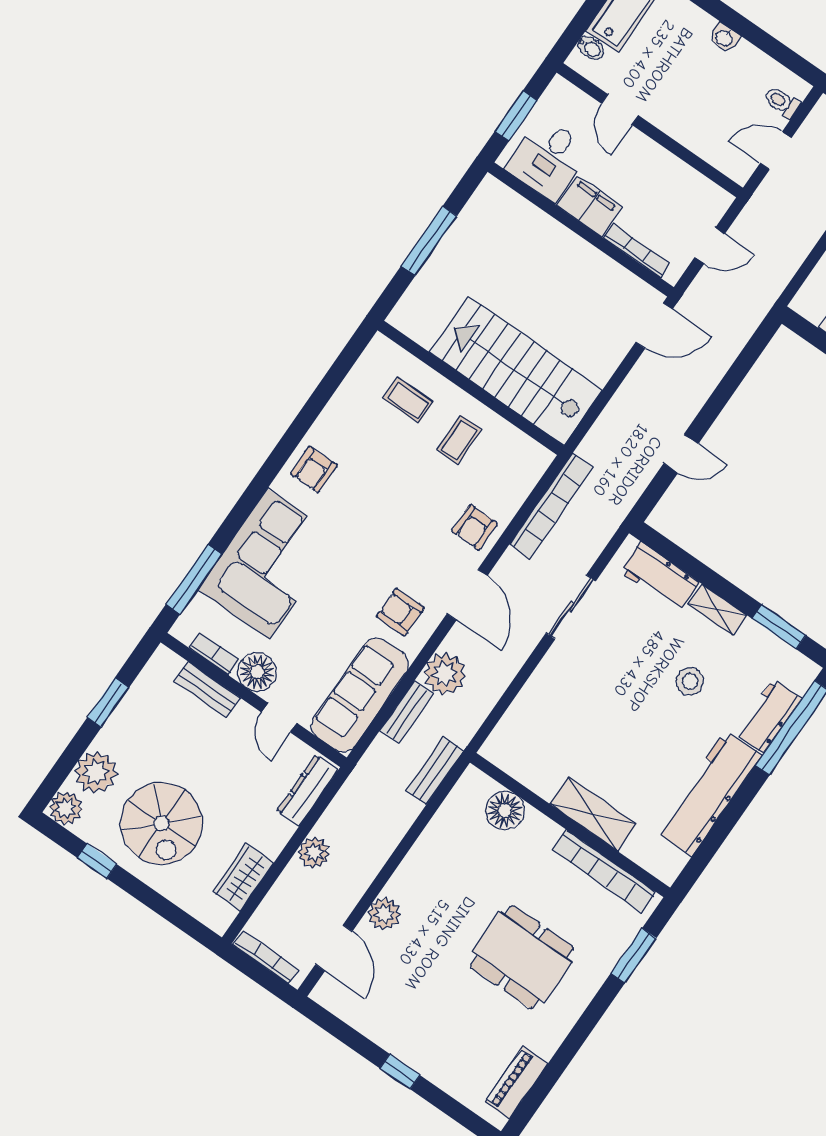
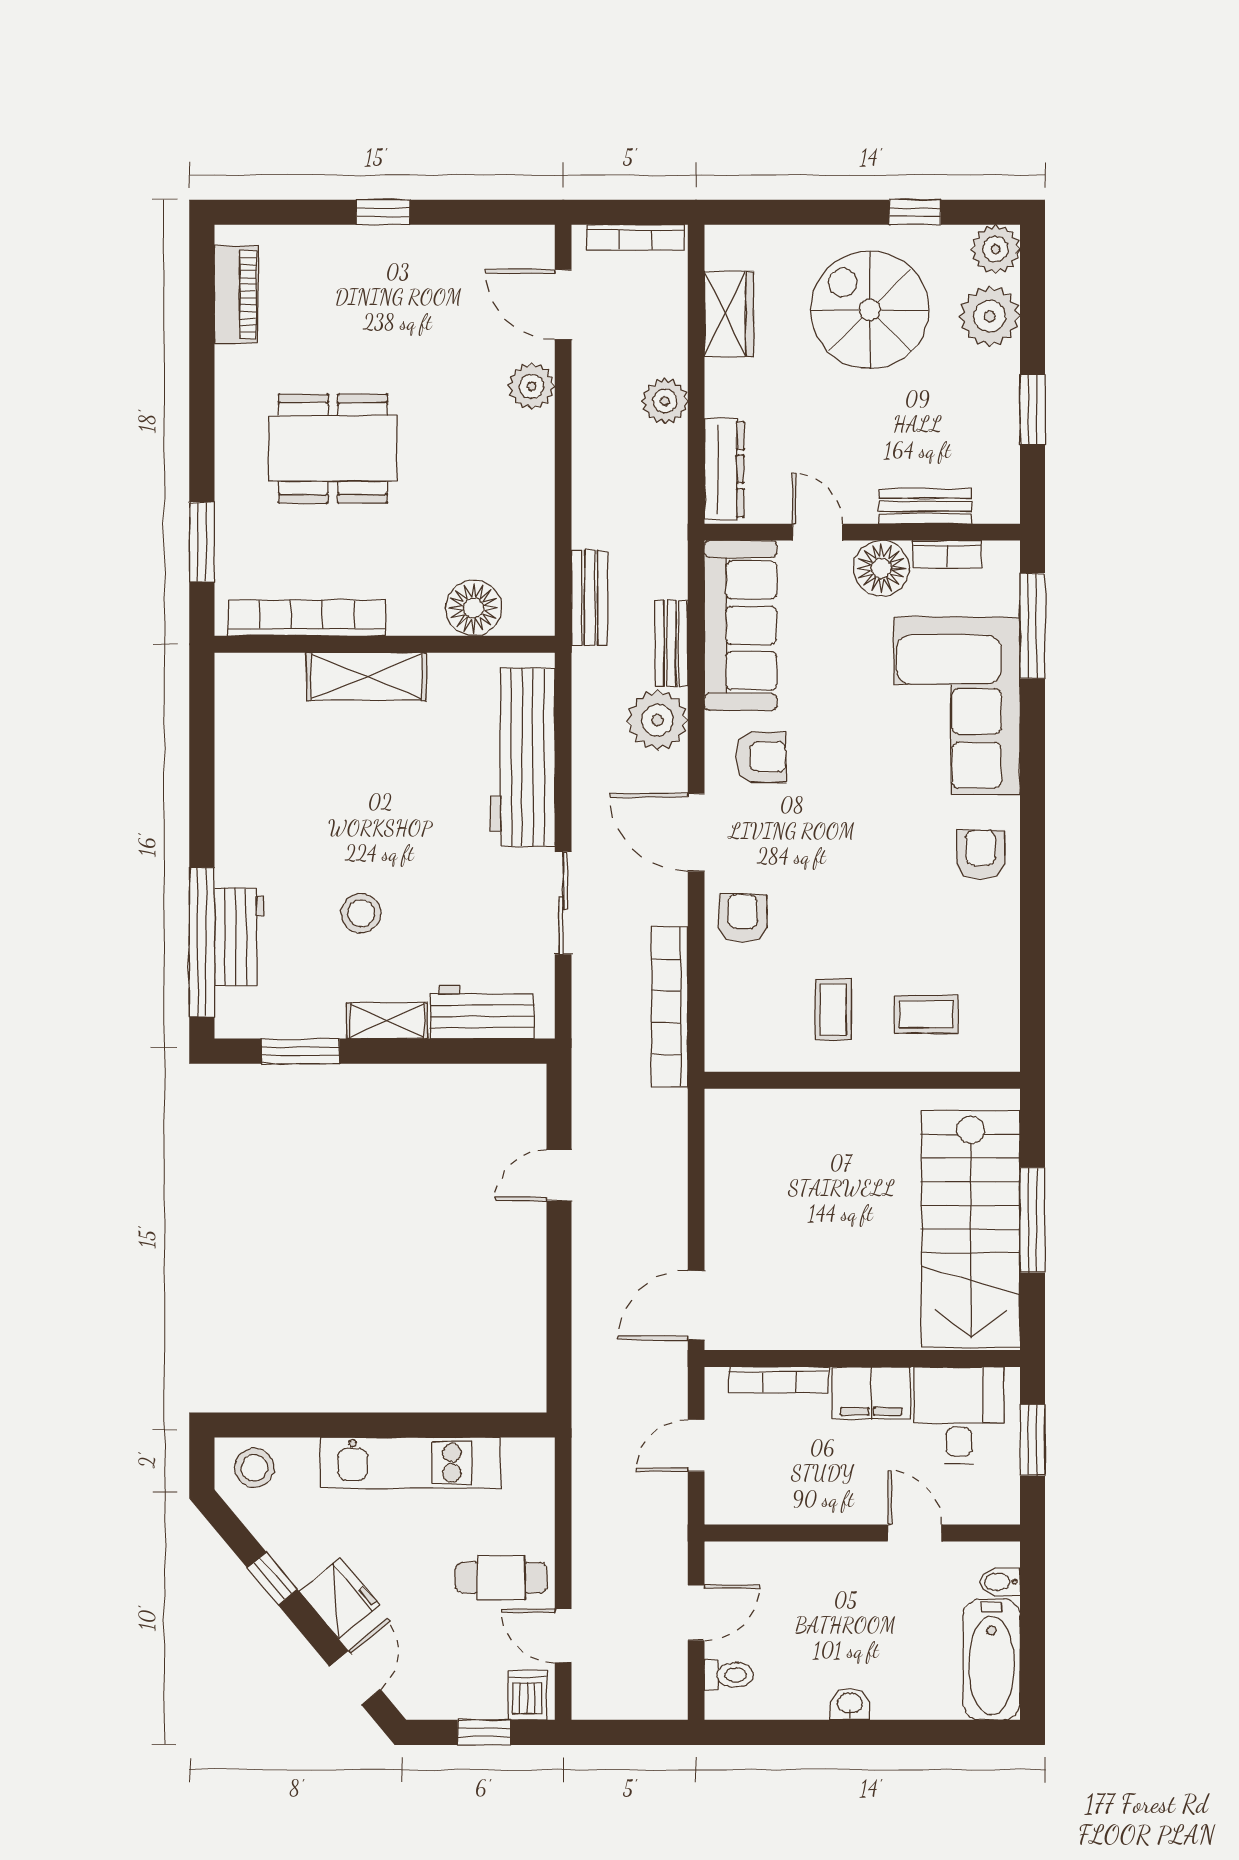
stairs: (516, 371) -> (971, 1229), moved, turned 90
workbench: (709, 793) -> (522, 757), moved, turned 180

